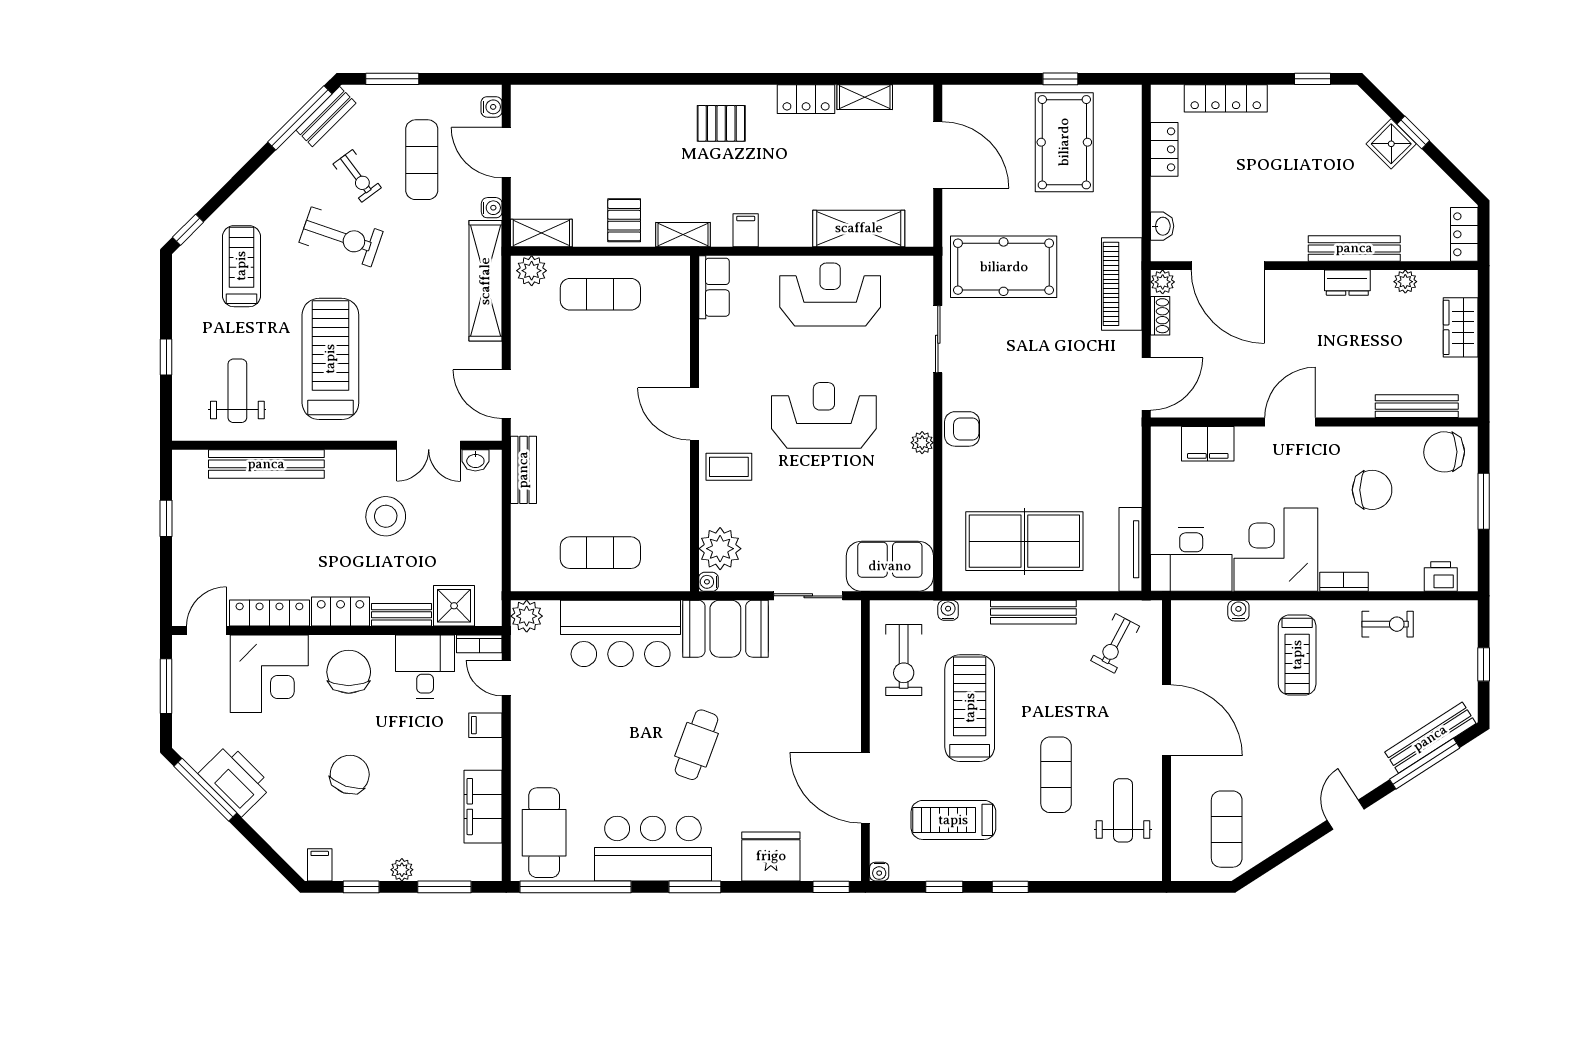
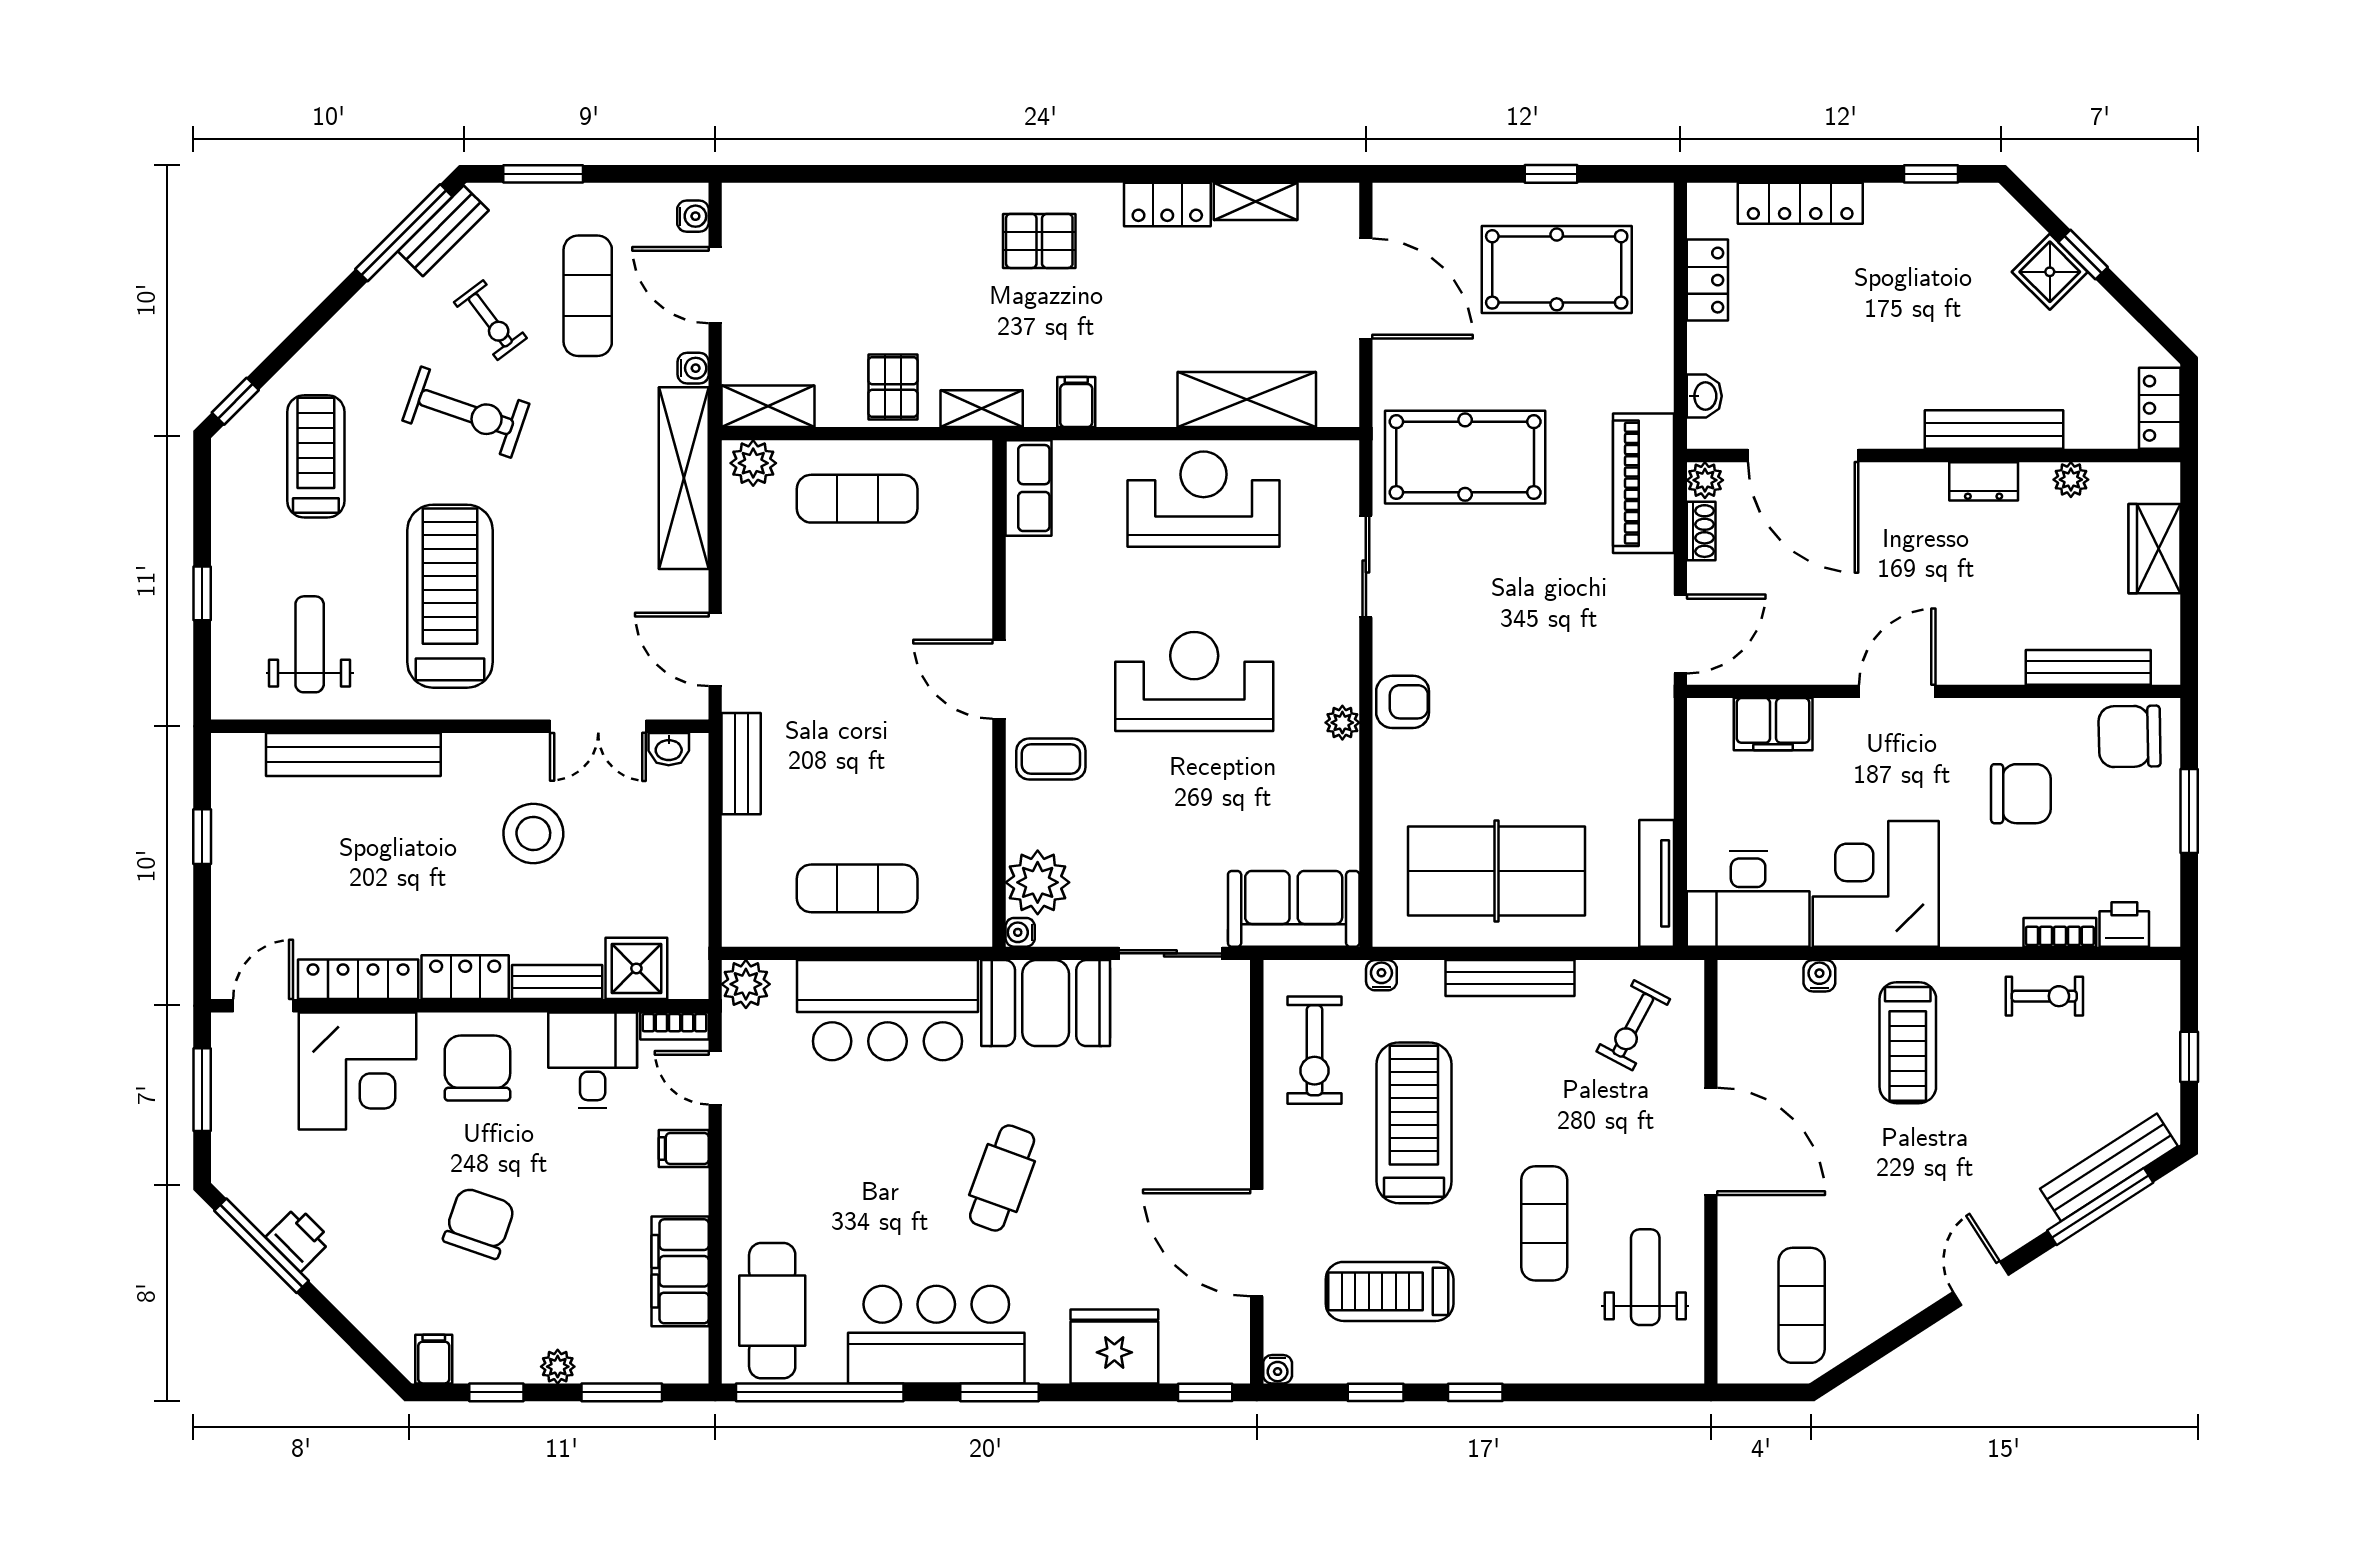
pool table: (1064, 142) -> (1557, 269), turned 90
bookcase: (1344, 582) -> (2060, 932), moved
printer: (235, 780) -> (299, 1239), width x0.53, depth x0.68

